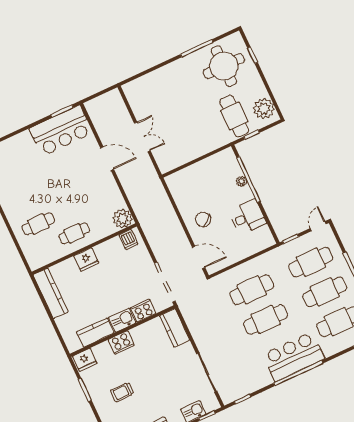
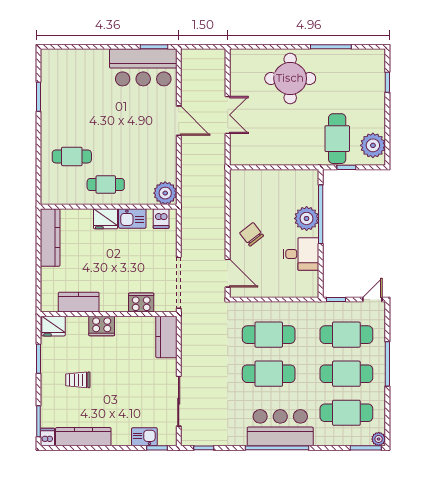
round table: (224, 66) -> (290, 78), moved
plant: (242, 181) -> (307, 218), width x1.87, depth x1.87
kitchen sink: (122, 320) -> (132, 218), moved, turned 180

